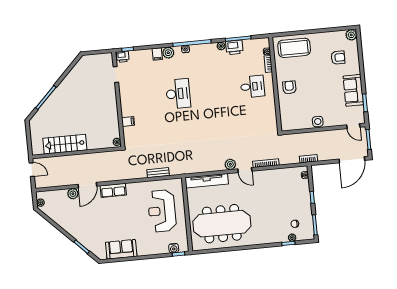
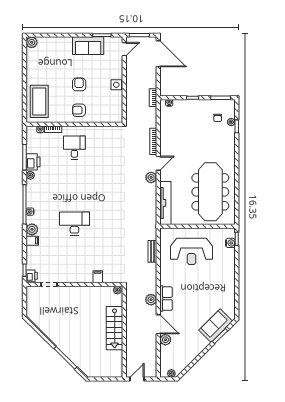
armchair: (338, 58) -> (79, 84), moved
stairs: (65, 144) -> (115, 328), moved
plant: (111, 176) -> (151, 300), added
sofa: (121, 249) -> (216, 326), moved, turned 45

